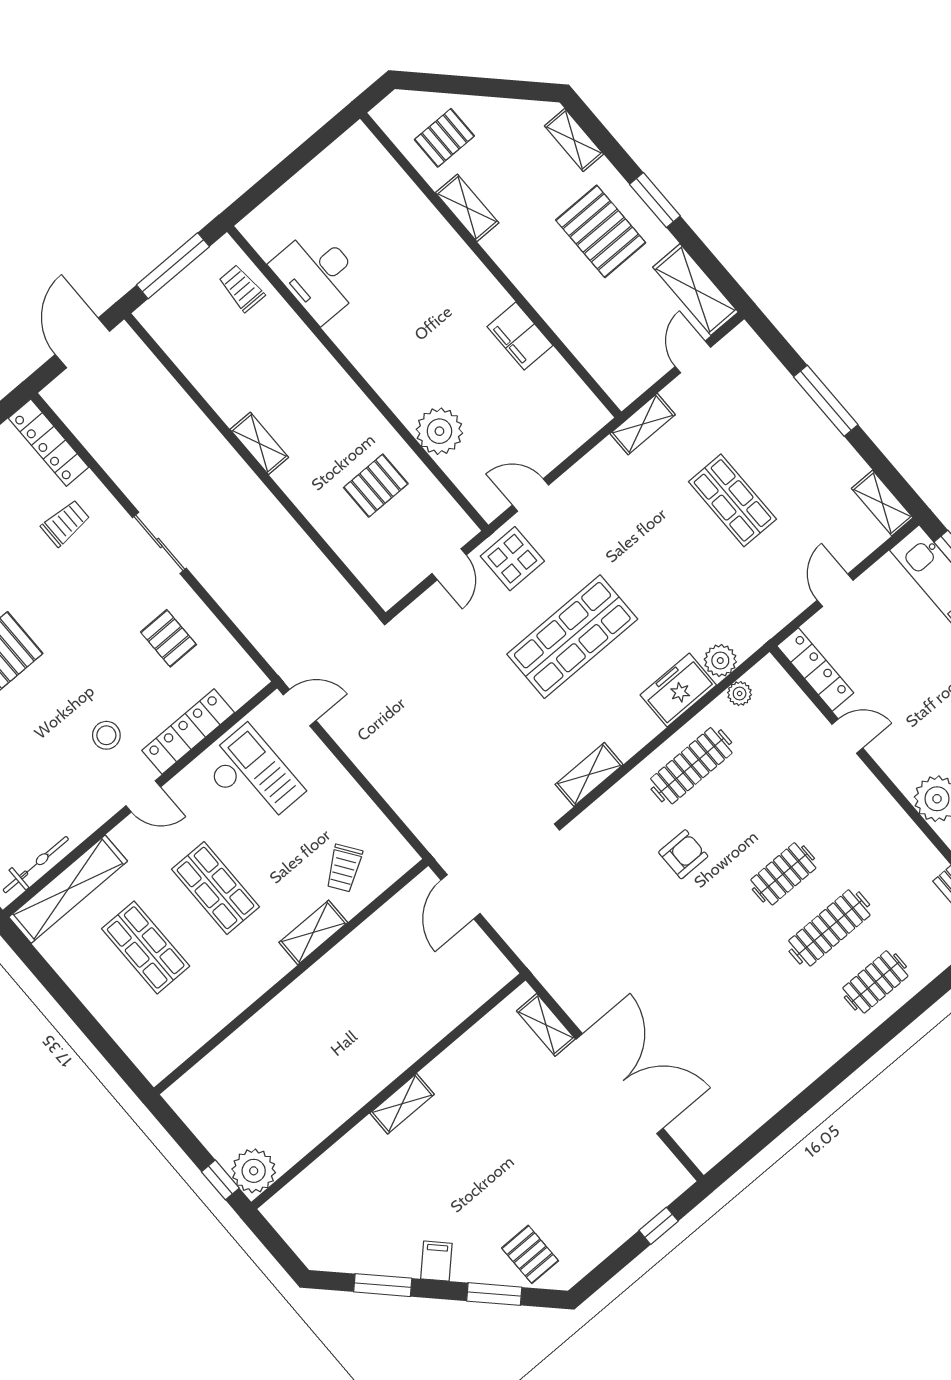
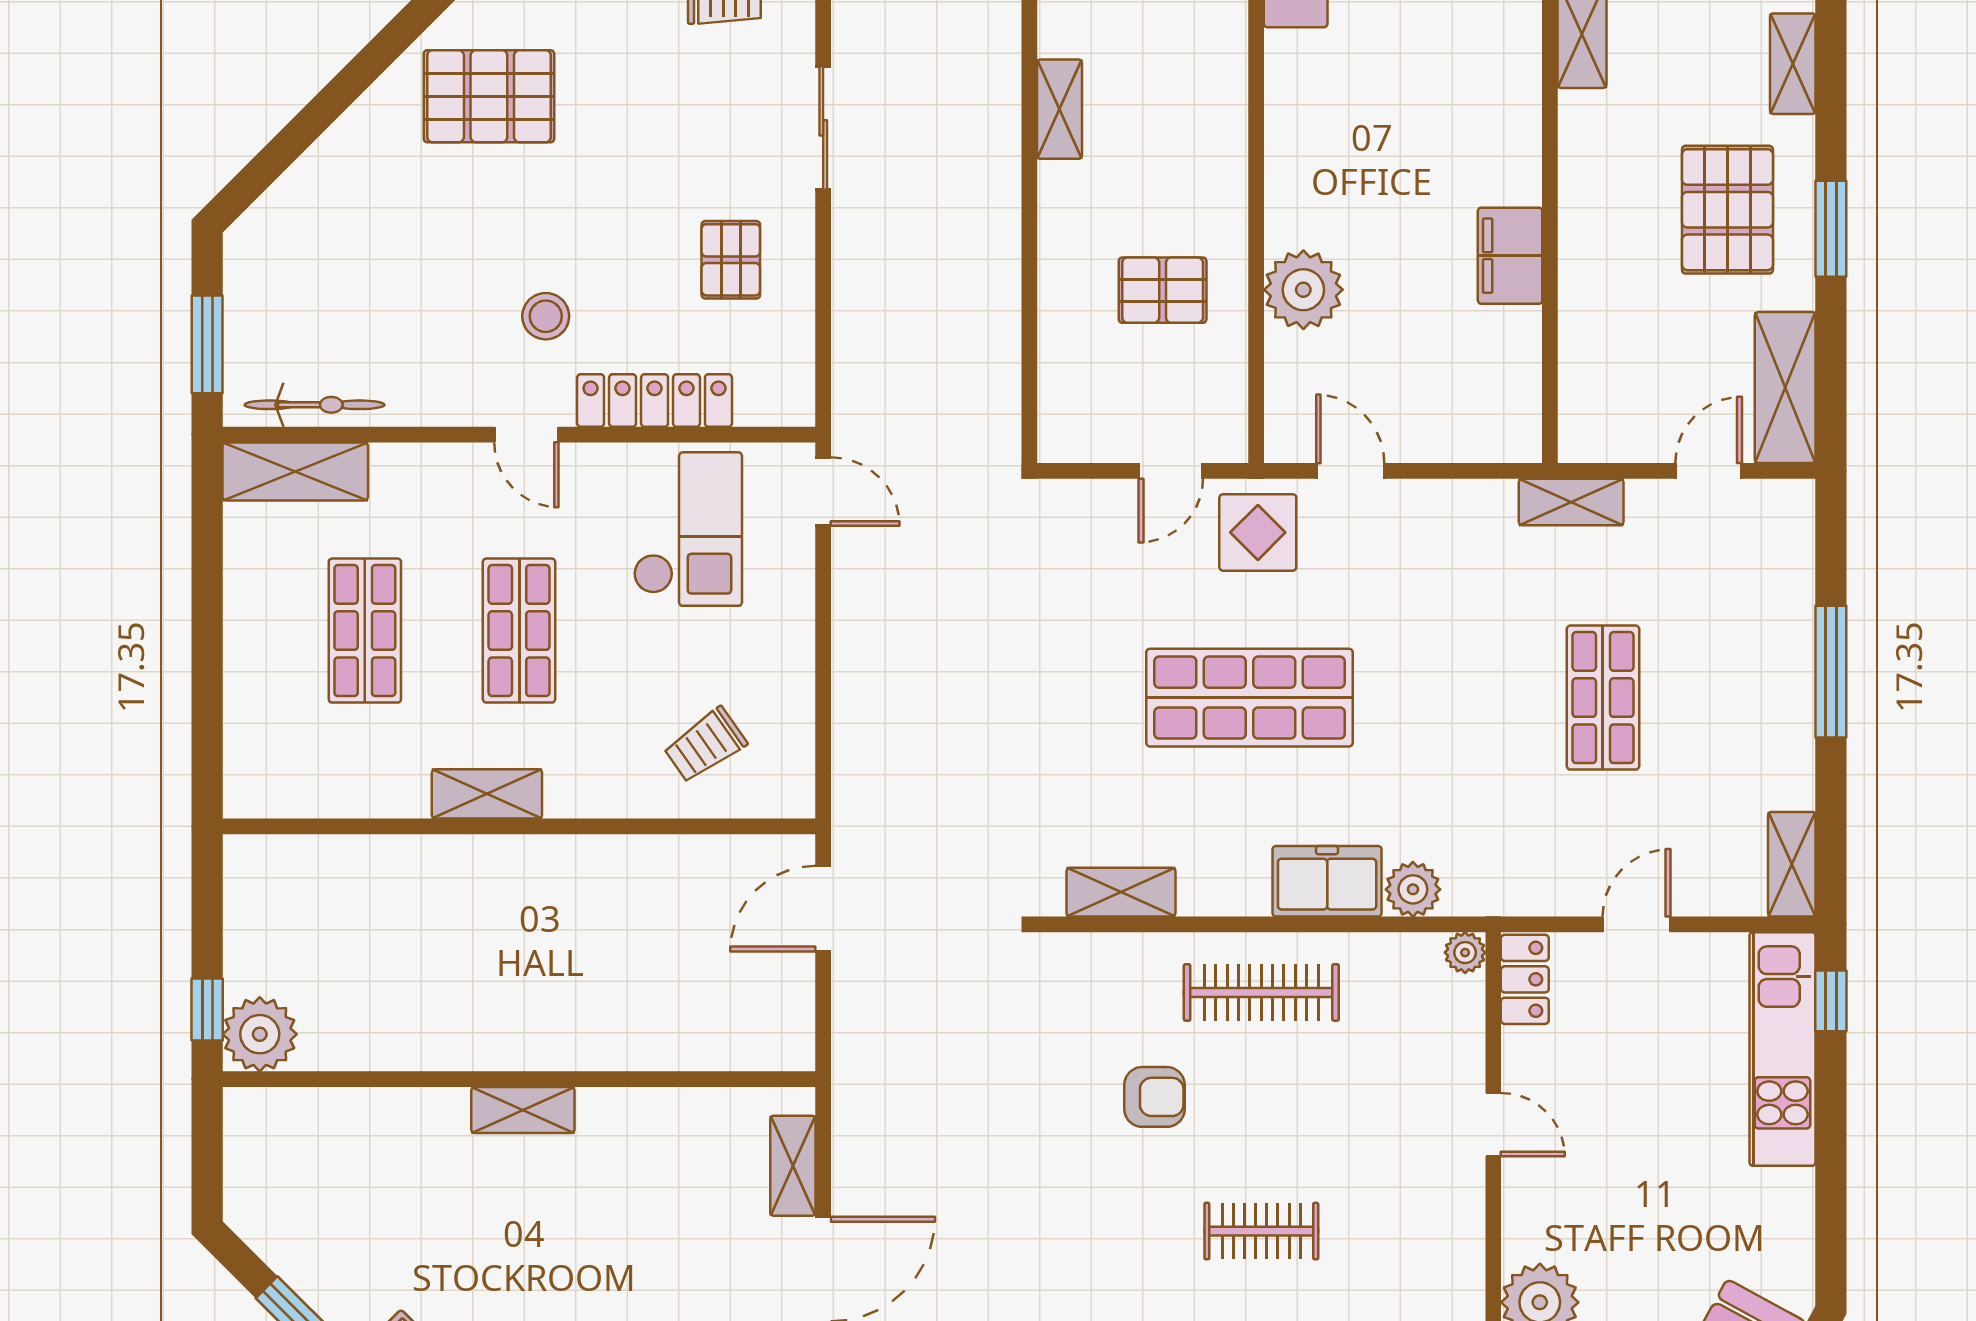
locker: (815, 669) -> (1525, 979), width x0.66
plant: (740, 694) -> (1465, 953), moved
shelving: (68, 889) -> (295, 471), width x0.68
shelving: (313, 932) -> (487, 794), moved

